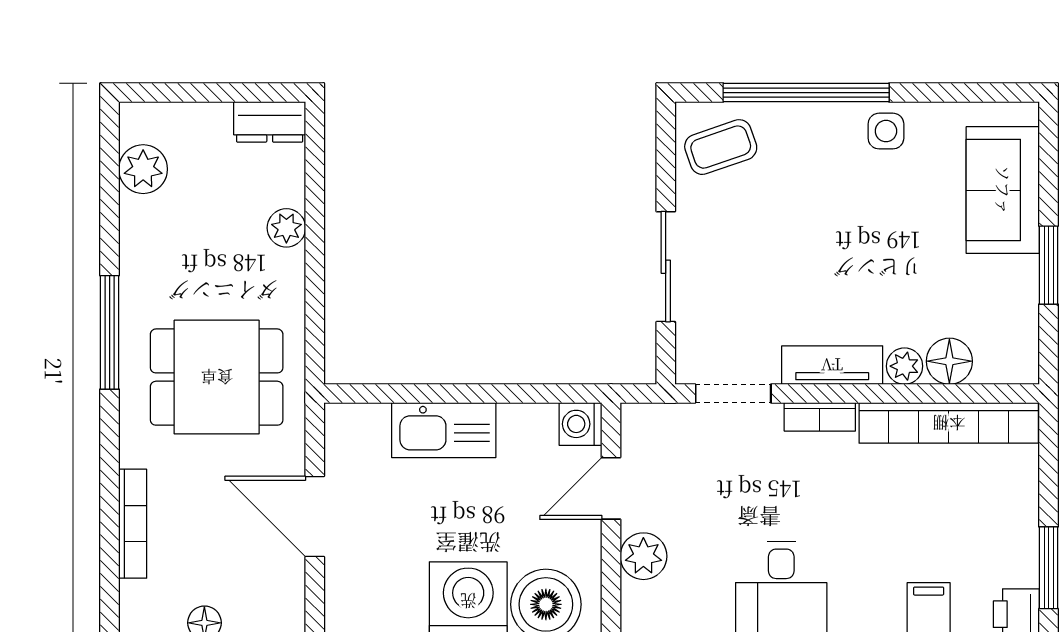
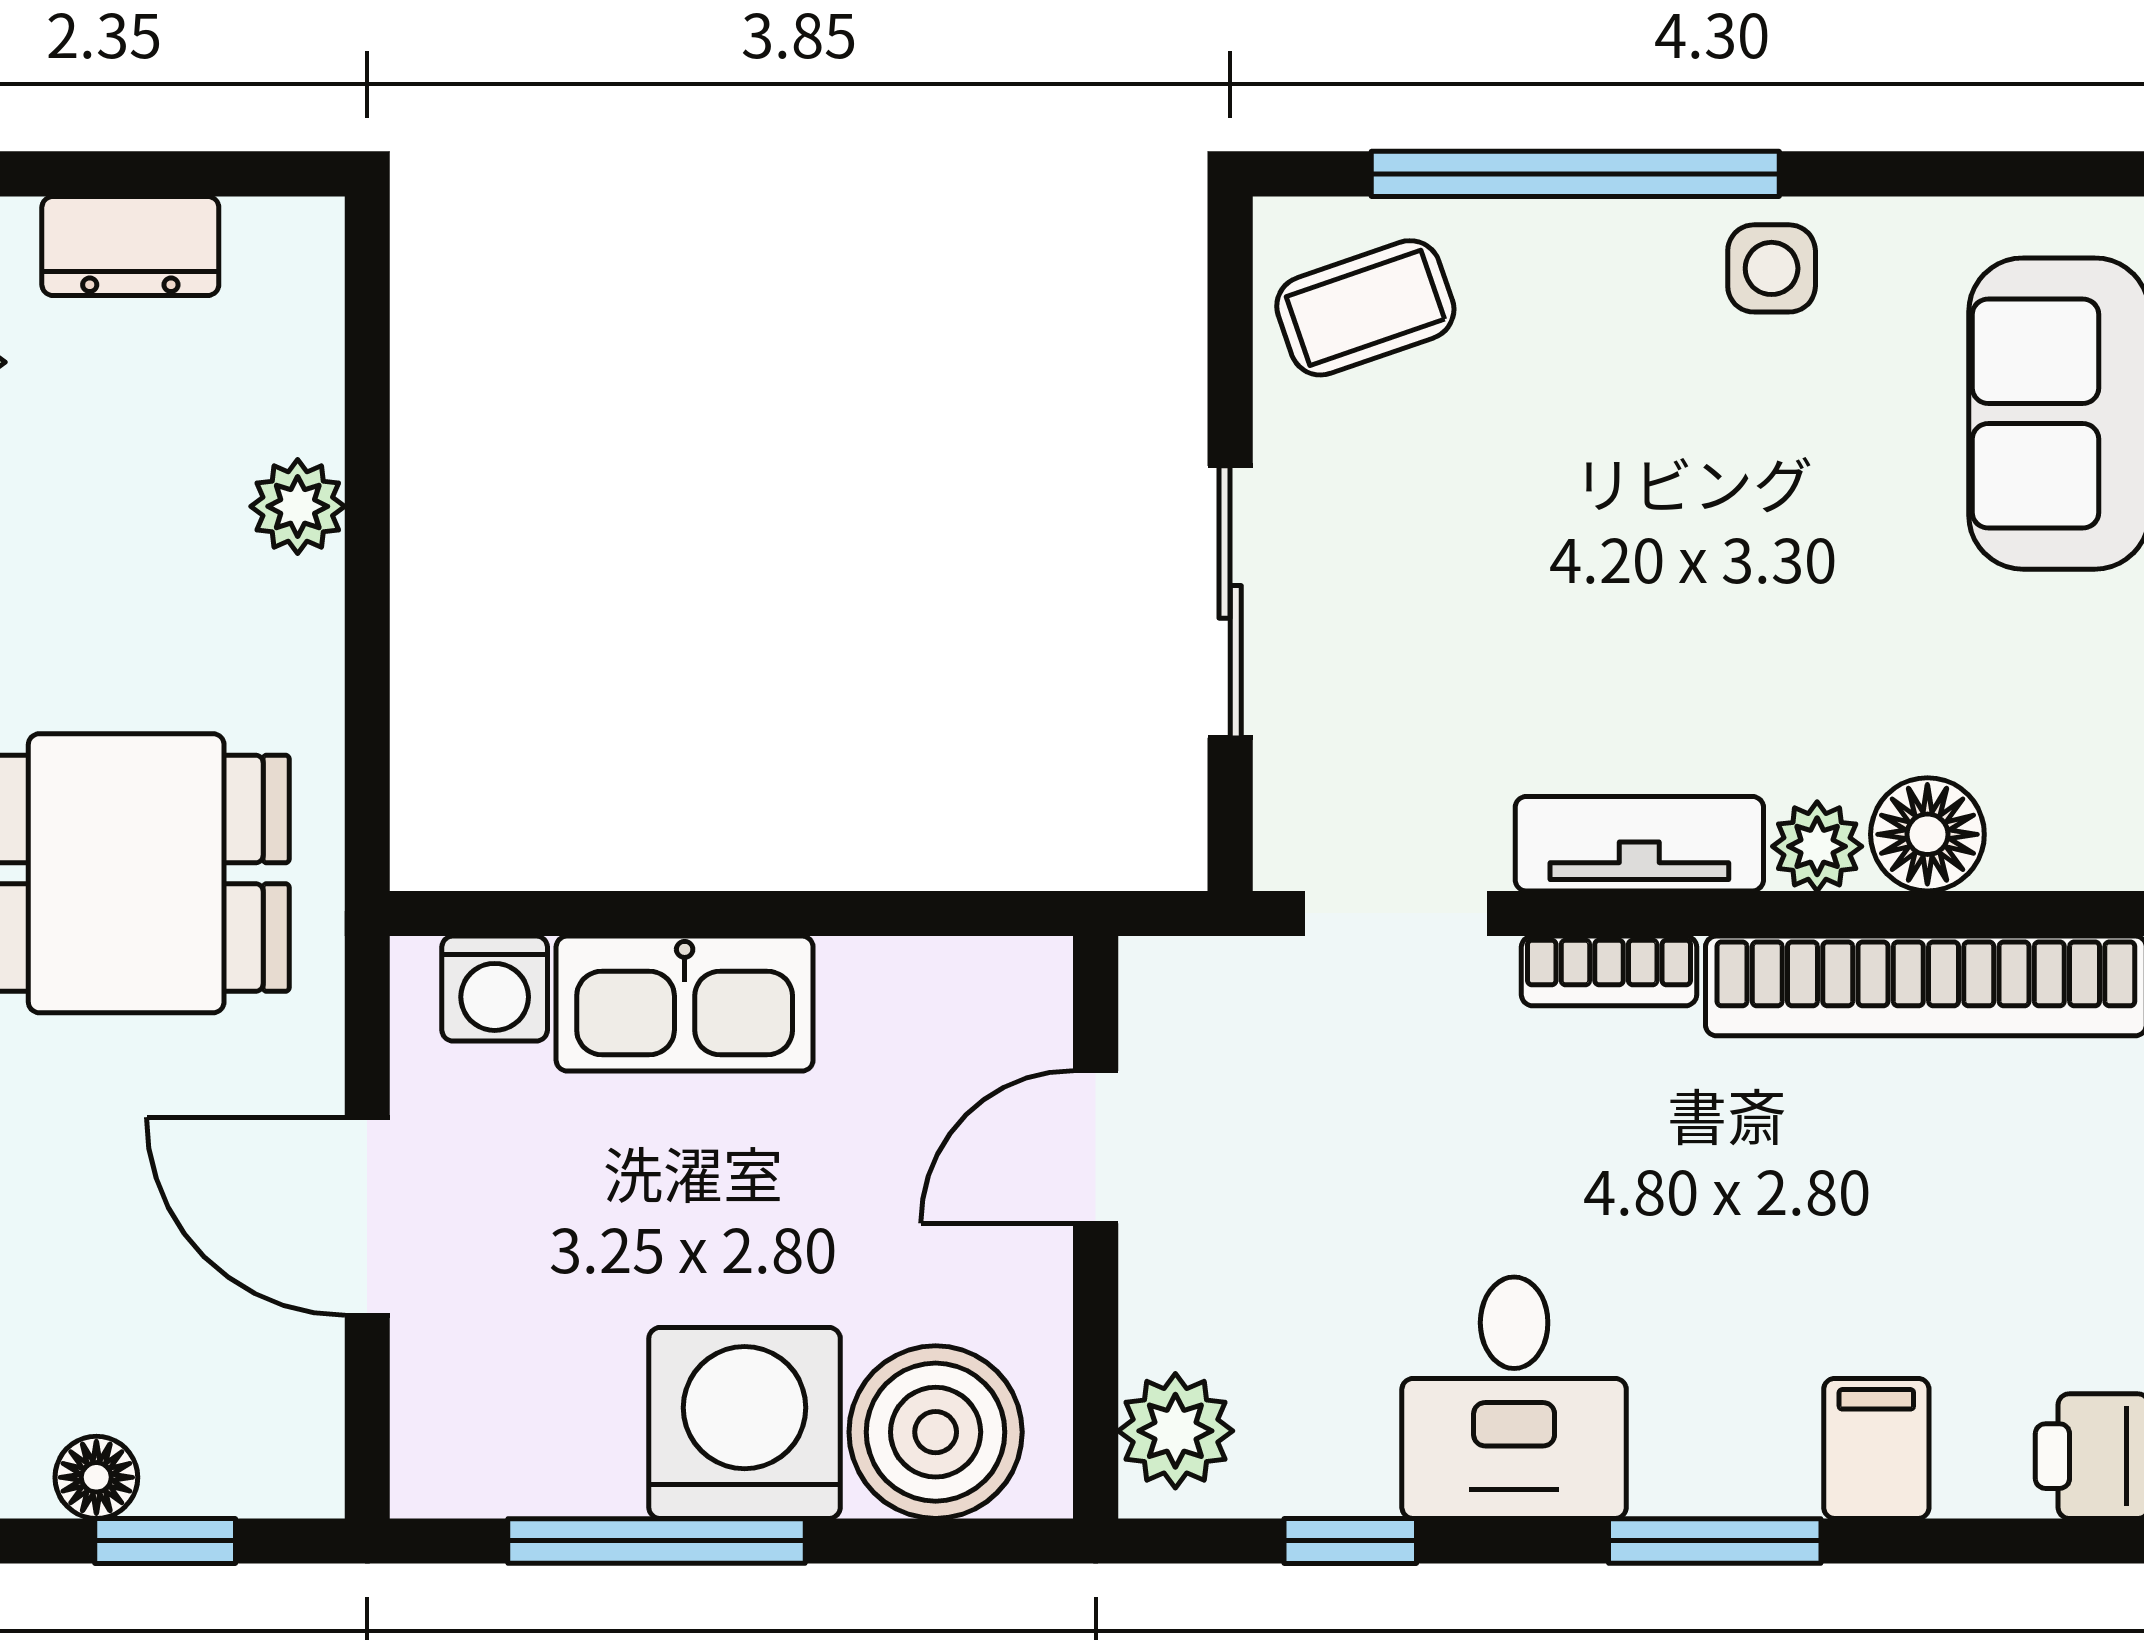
dresser: (270, 122) -> (130, 246), moved
washing machine: (580, 424) -> (495, 989), moved, turned -90
plant: (643, 556) -> (1175, 1431), moved

